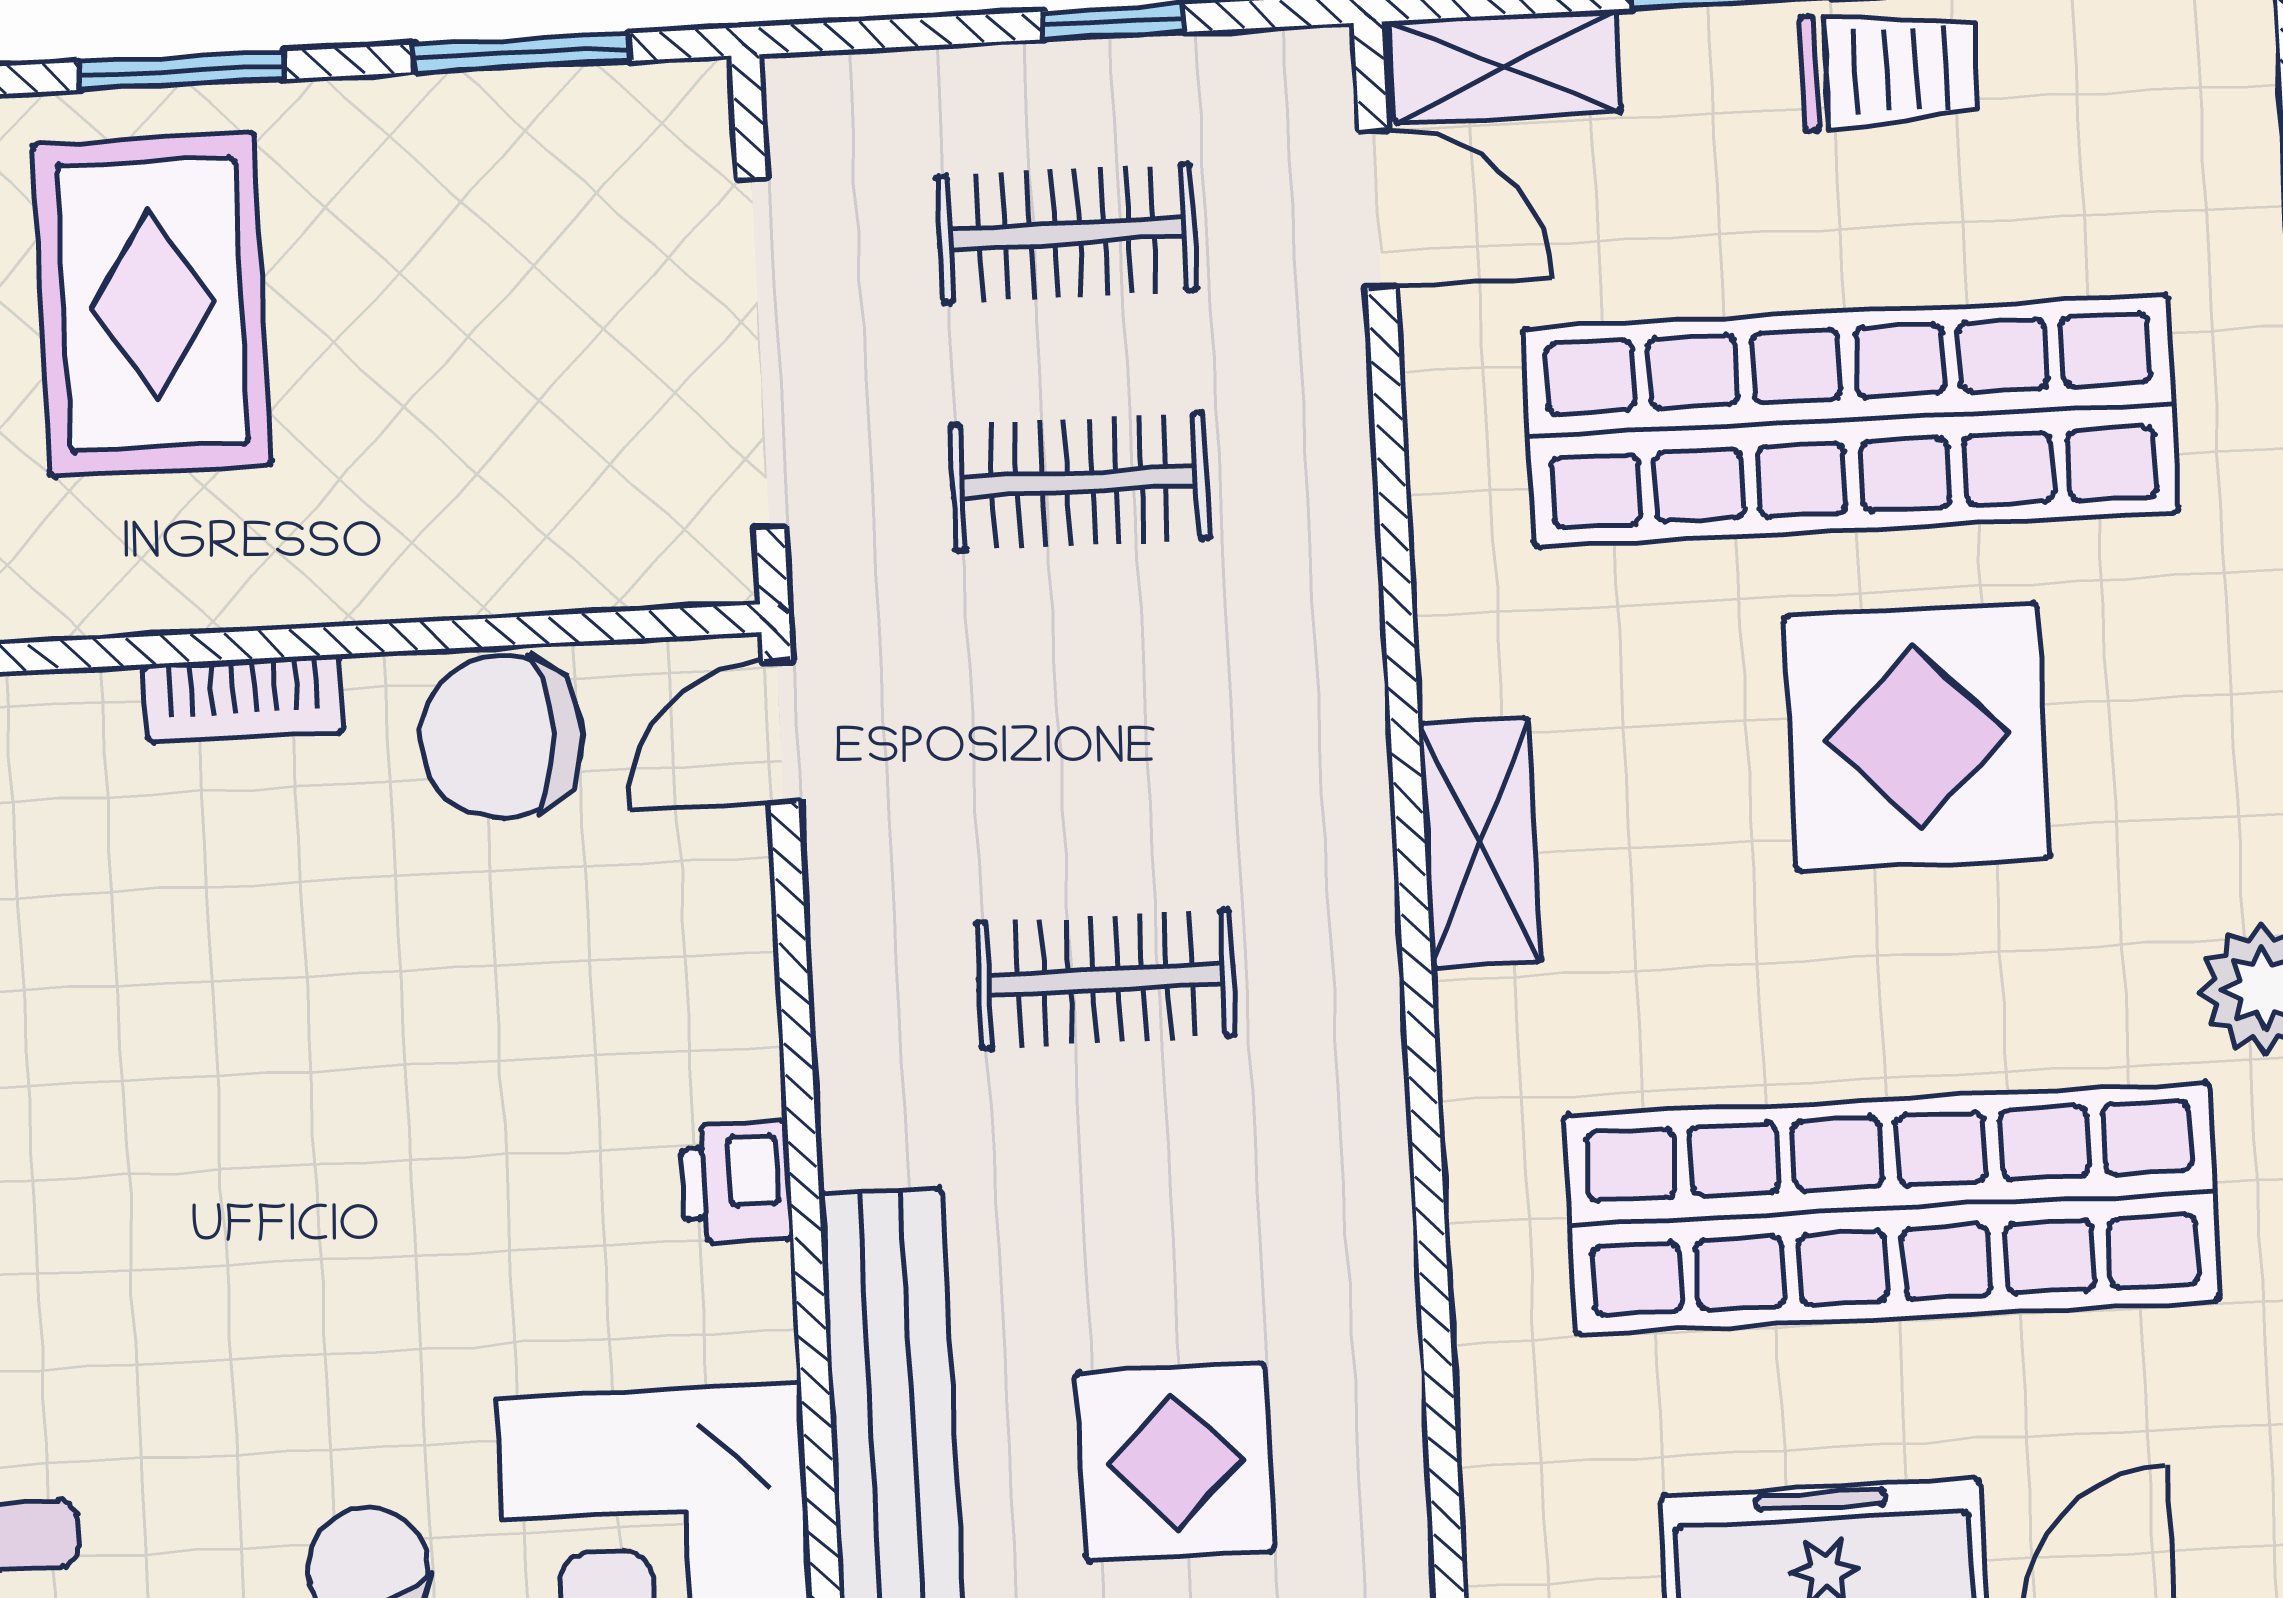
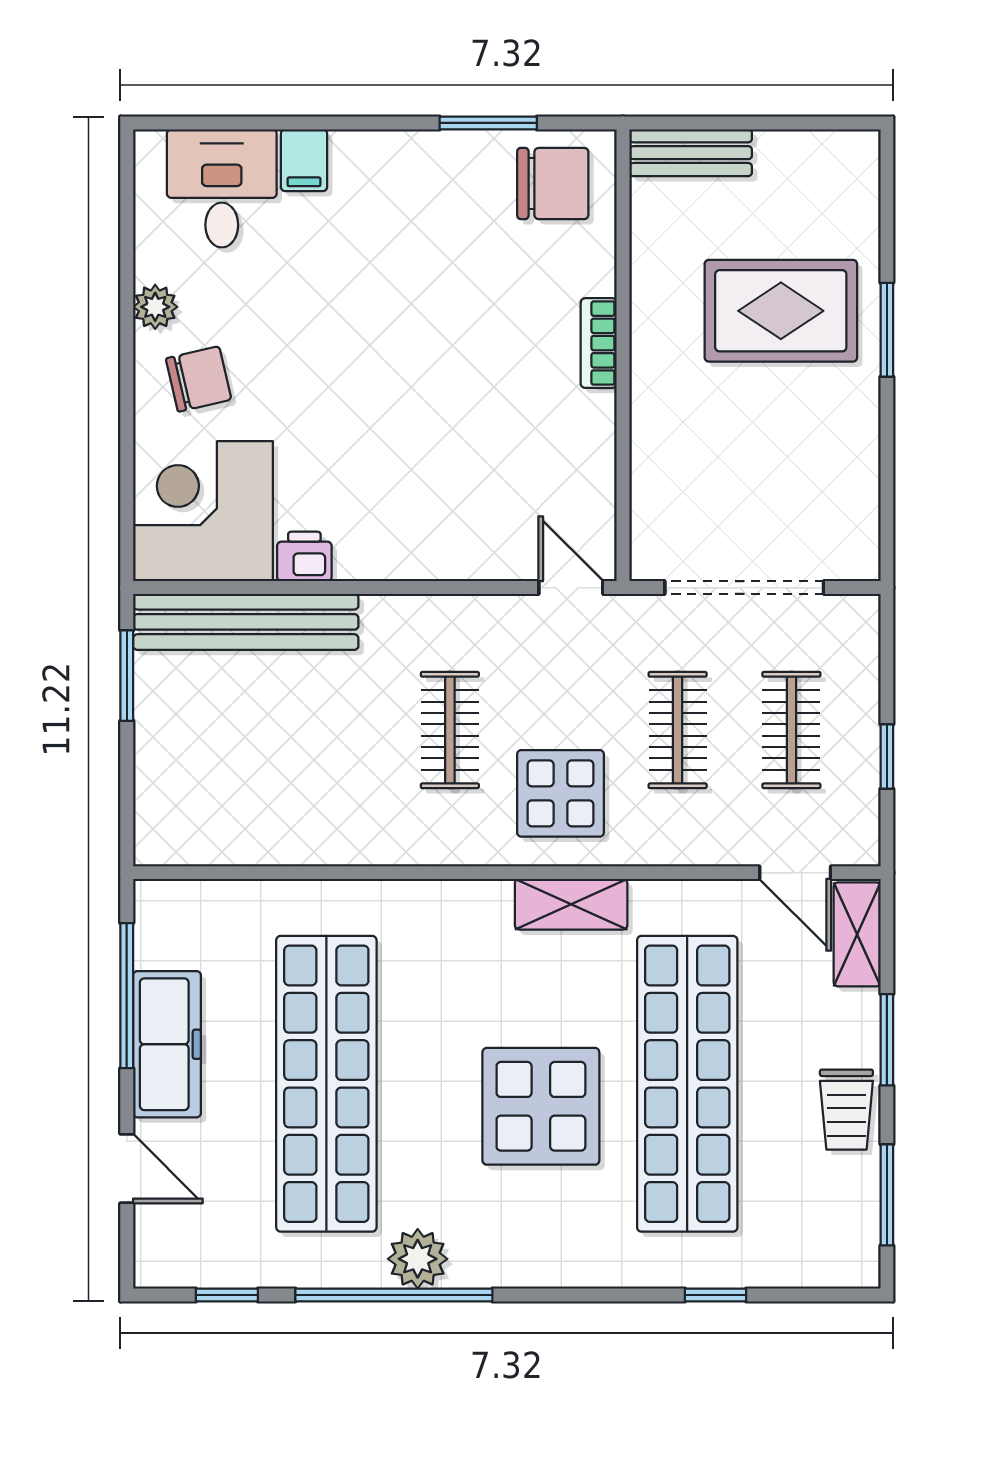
window: (522, 53) -> (887, 486), removed
door: (1377, 209) -> (795, 873), hinge flipped
chair: (502, 737) -> (575, 460), removed
shelving: (1480, 843) -> (571, 904), moved
printer: (736, 1182) -> (304, 556), moved
display table: (1175, 1462) -> (560, 793), moved

